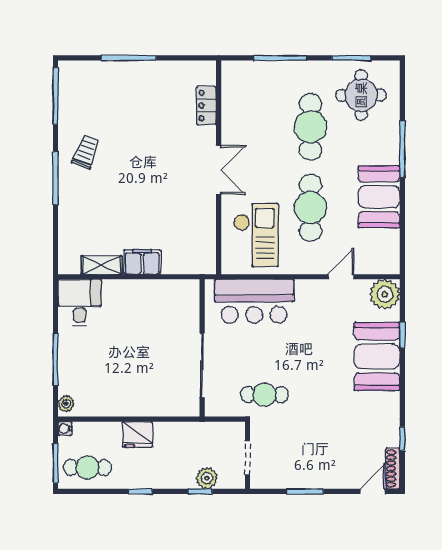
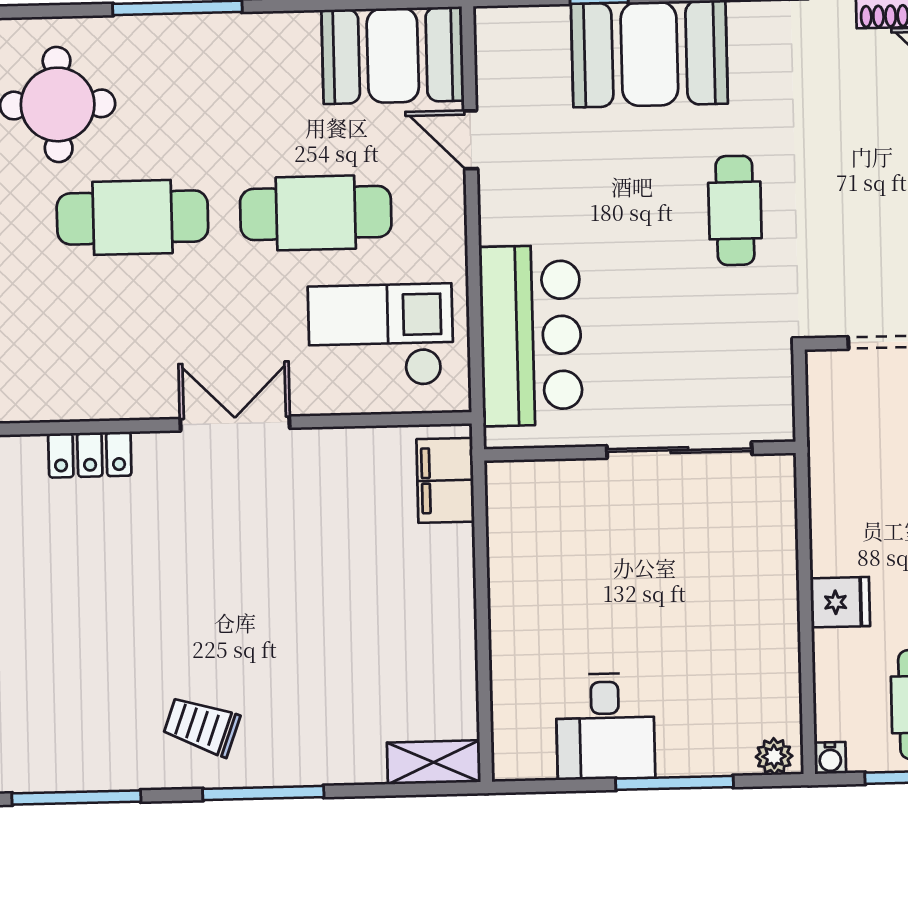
booth: (379, 197) -> (393, 55), moved
filing cabinet: (142, 262) -> (445, 480), moved
shelving: (102, 265) -> (434, 762), moved, turned 90
plant: (385, 294) -> (508, 39), removed
desk: (80, 302) -> (605, 726), moved, turned -90
cafe table: (264, 395) -> (735, 210), moved
fridge: (138, 435) -> (840, 602), width x0.72

